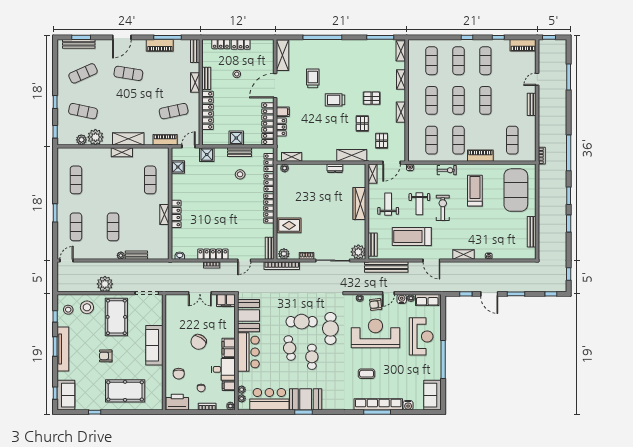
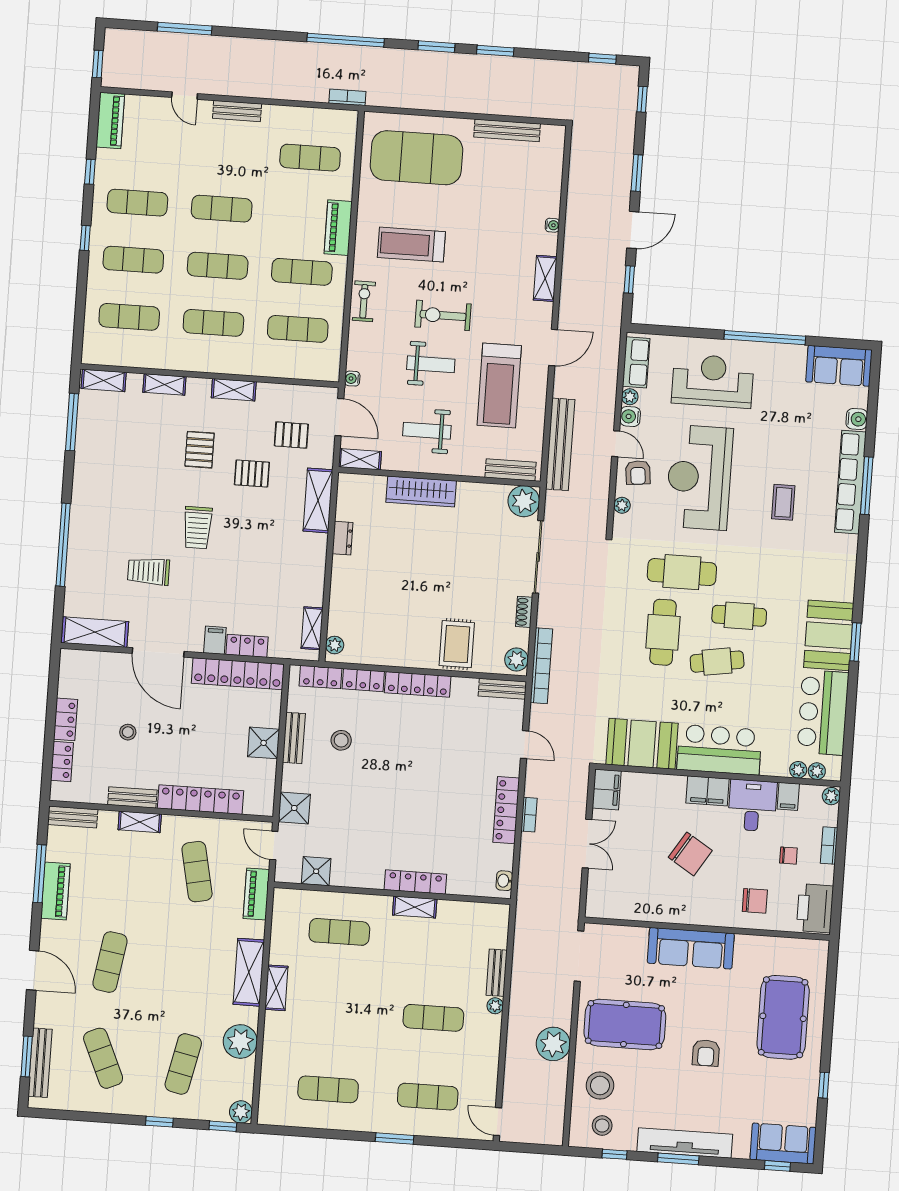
plant: (81, 140) -> (241, 1112), moved

